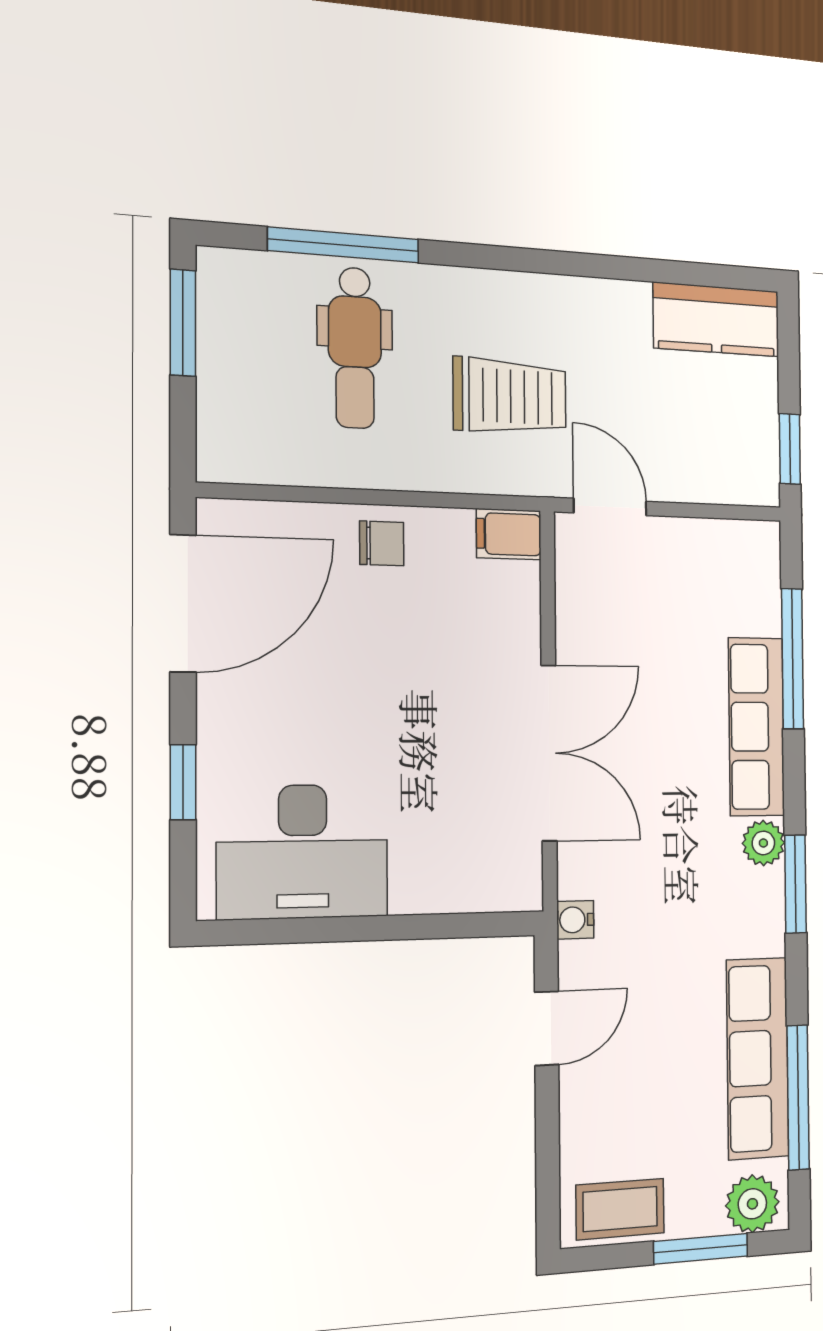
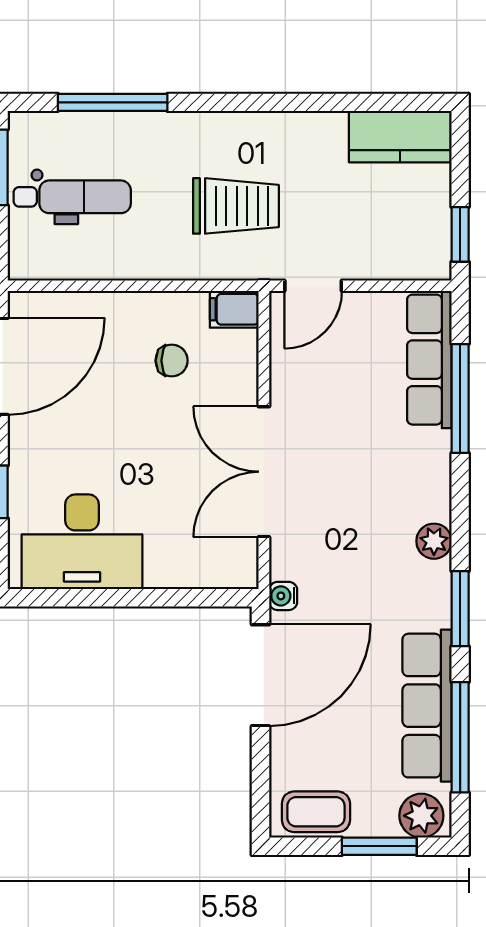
dental chair: (355, 348) -> (72, 197), moved, turned -90
door: (610, 507) -> (313, 286), swing flipped
chair: (382, 543) -> (172, 361), moved
row of seats: (756, 727) -> (429, 360), moved
double door: (549, 753) -> (264, 472), swing flipped
window: (795, 884) -> (460, 609), moved
door: (547, 1028) -> (260, 675), width x1.88

